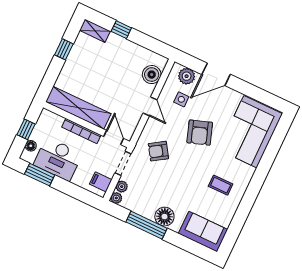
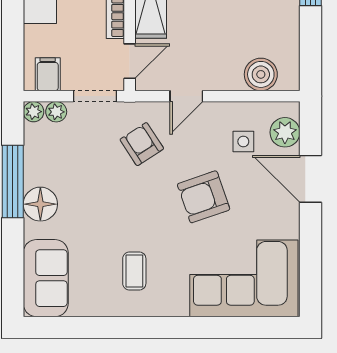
door: (150, 106) -> (186, 96), moved

